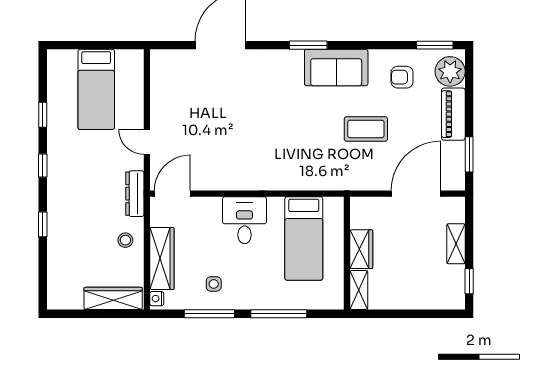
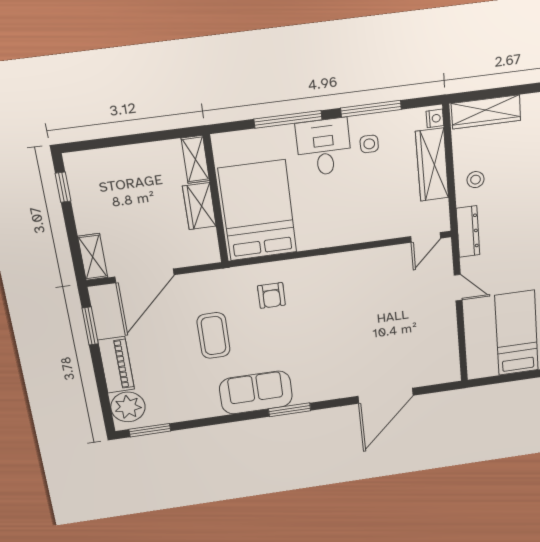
armchair: (402, 77) -> (271, 295), moved, turned 90
coffee table: (366, 129) -> (213, 336), turned 90
door: (172, 194) -> (426, 237), width x0.73
desk: (244, 220) -> (324, 147), moved, turned 180
bed: (304, 238) -> (258, 211), width x1.50
shelving: (456, 244) -> (93, 257), moved

